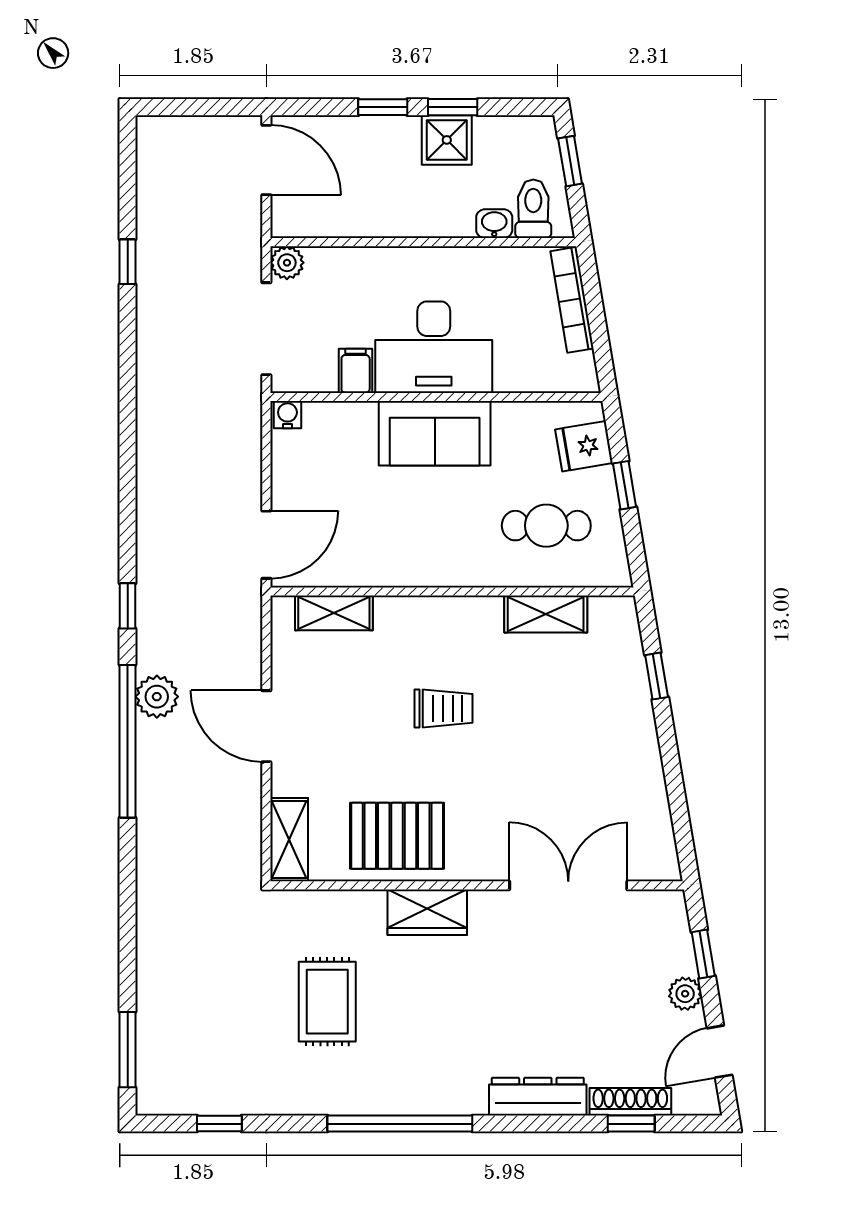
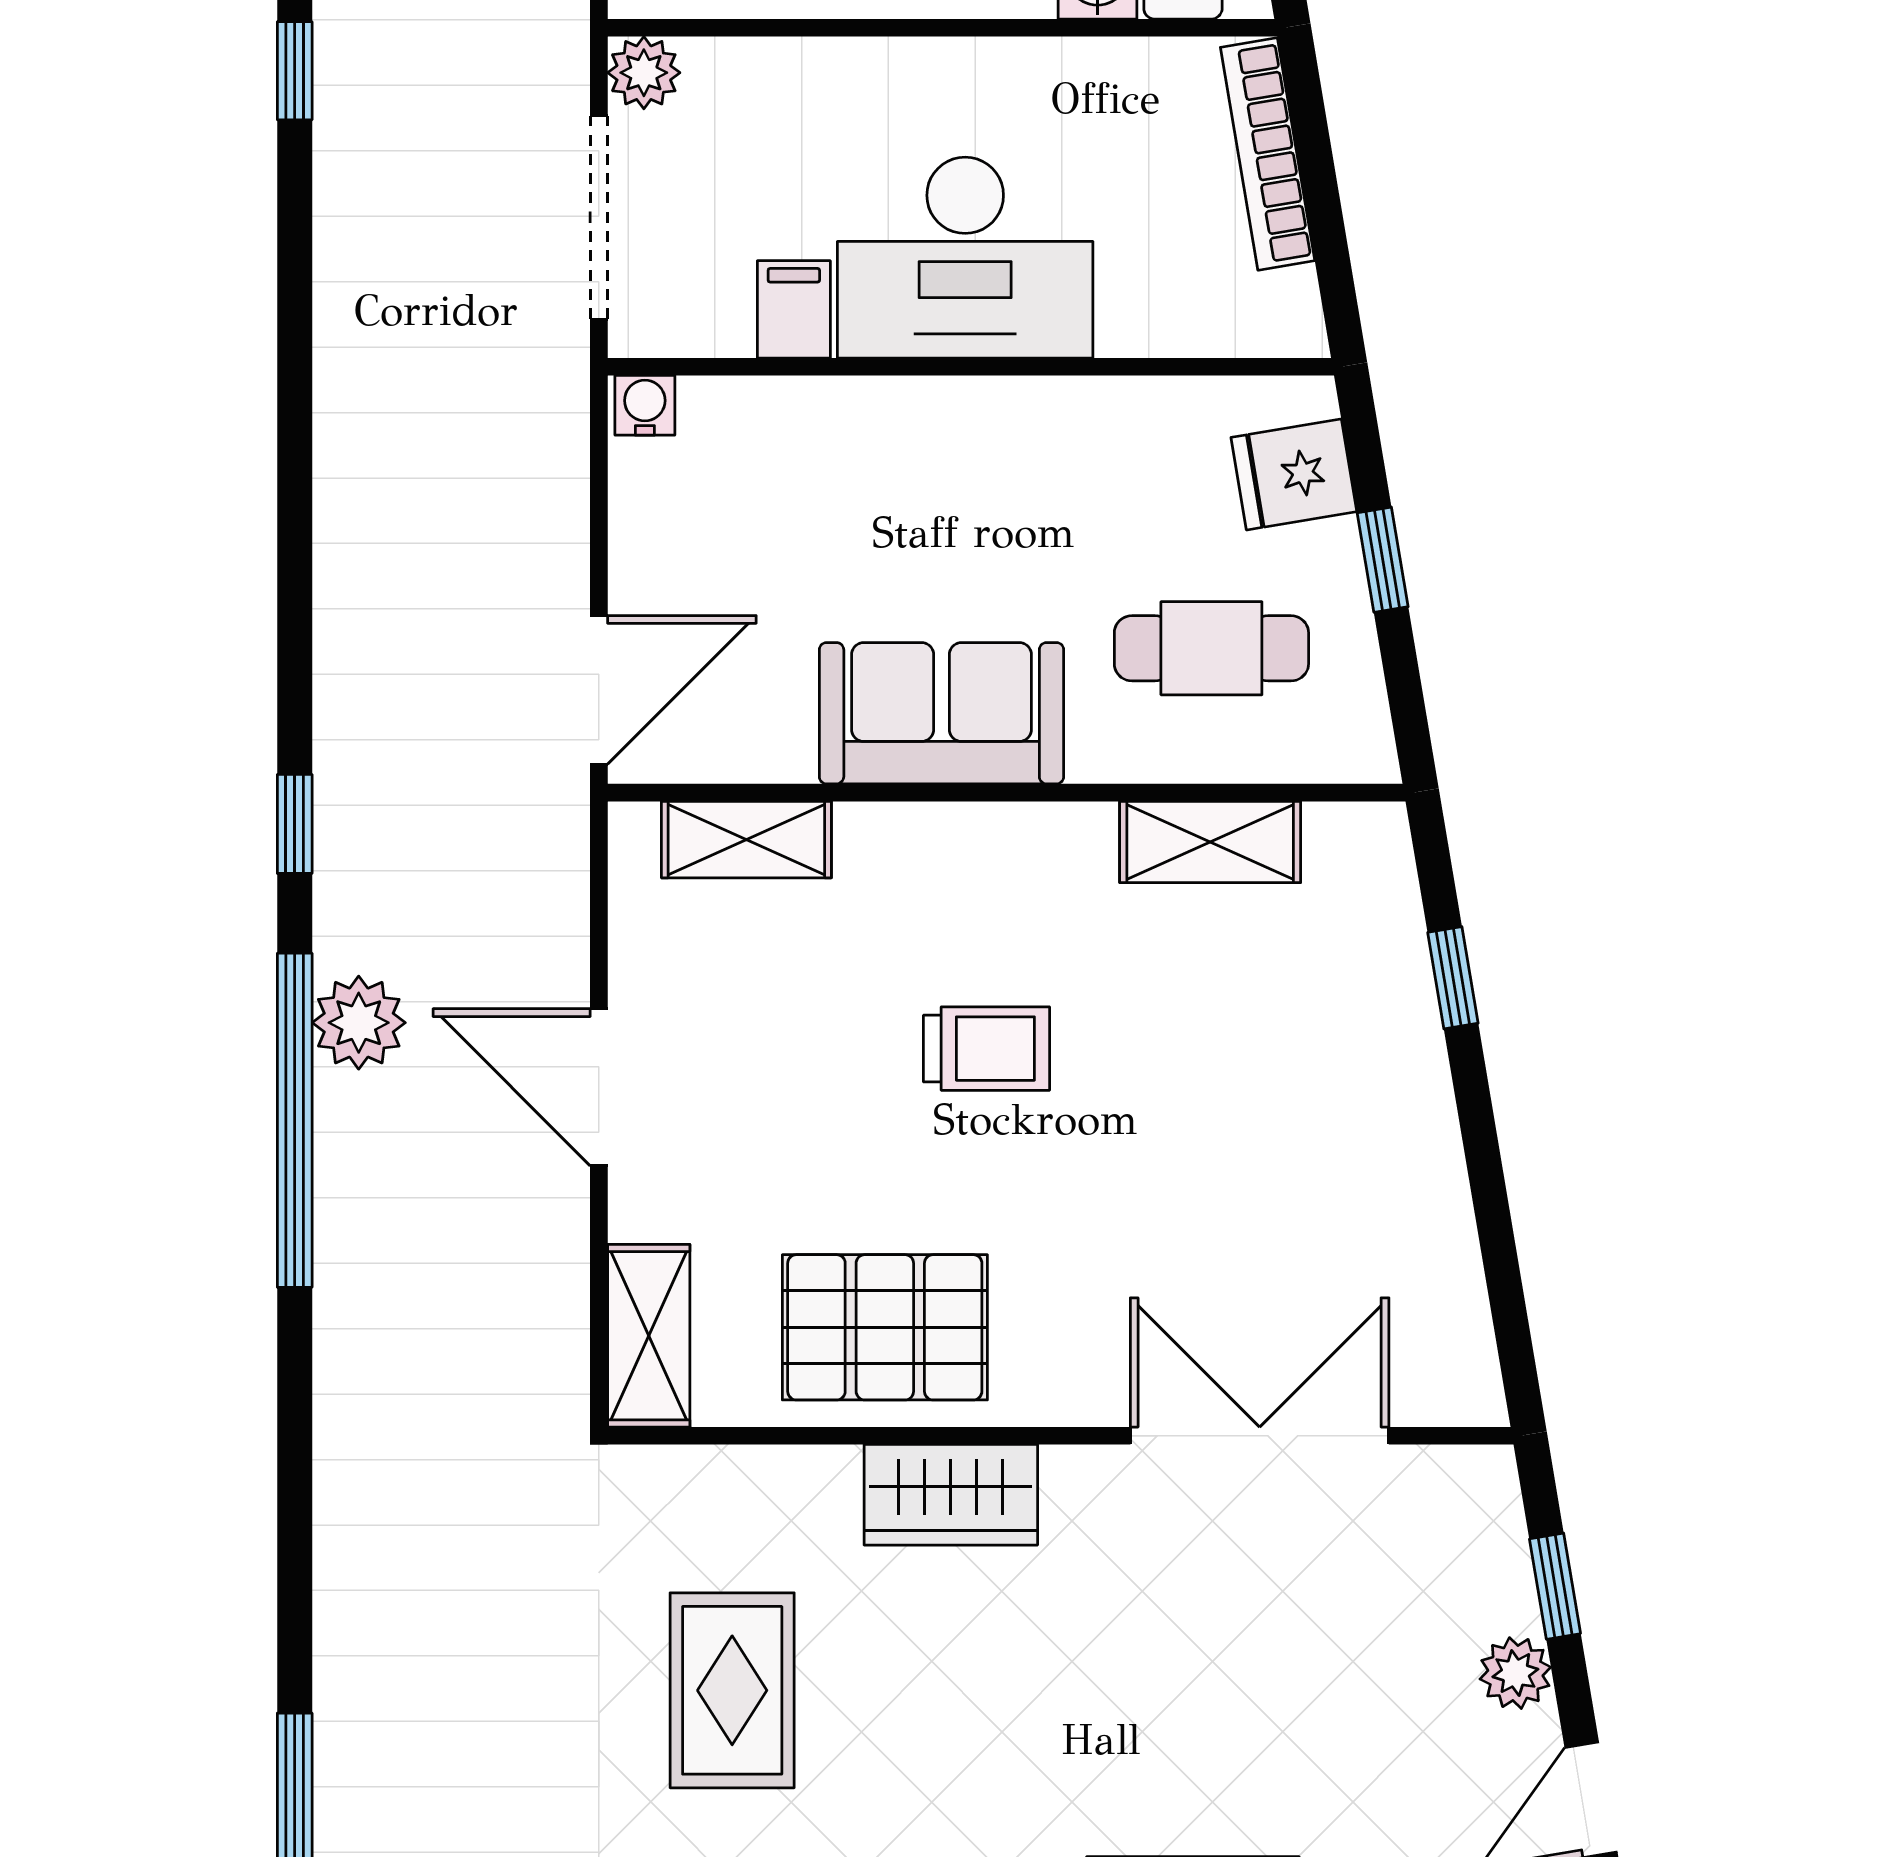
sofa: (435, 433) -> (942, 713), moved, turned 180

